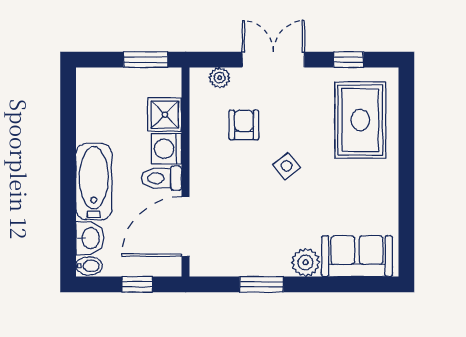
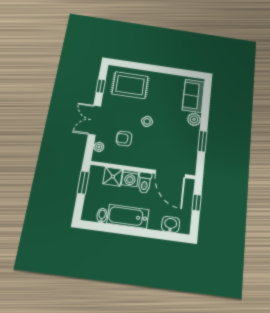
bathtub: (94, 182) -> (128, 216), moved
bidet: (89, 266) -> (102, 215), moved

